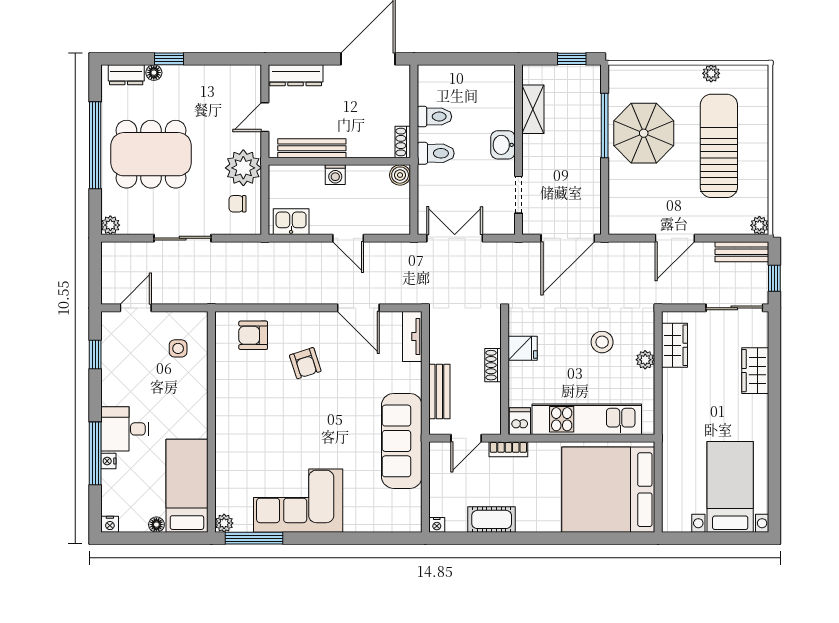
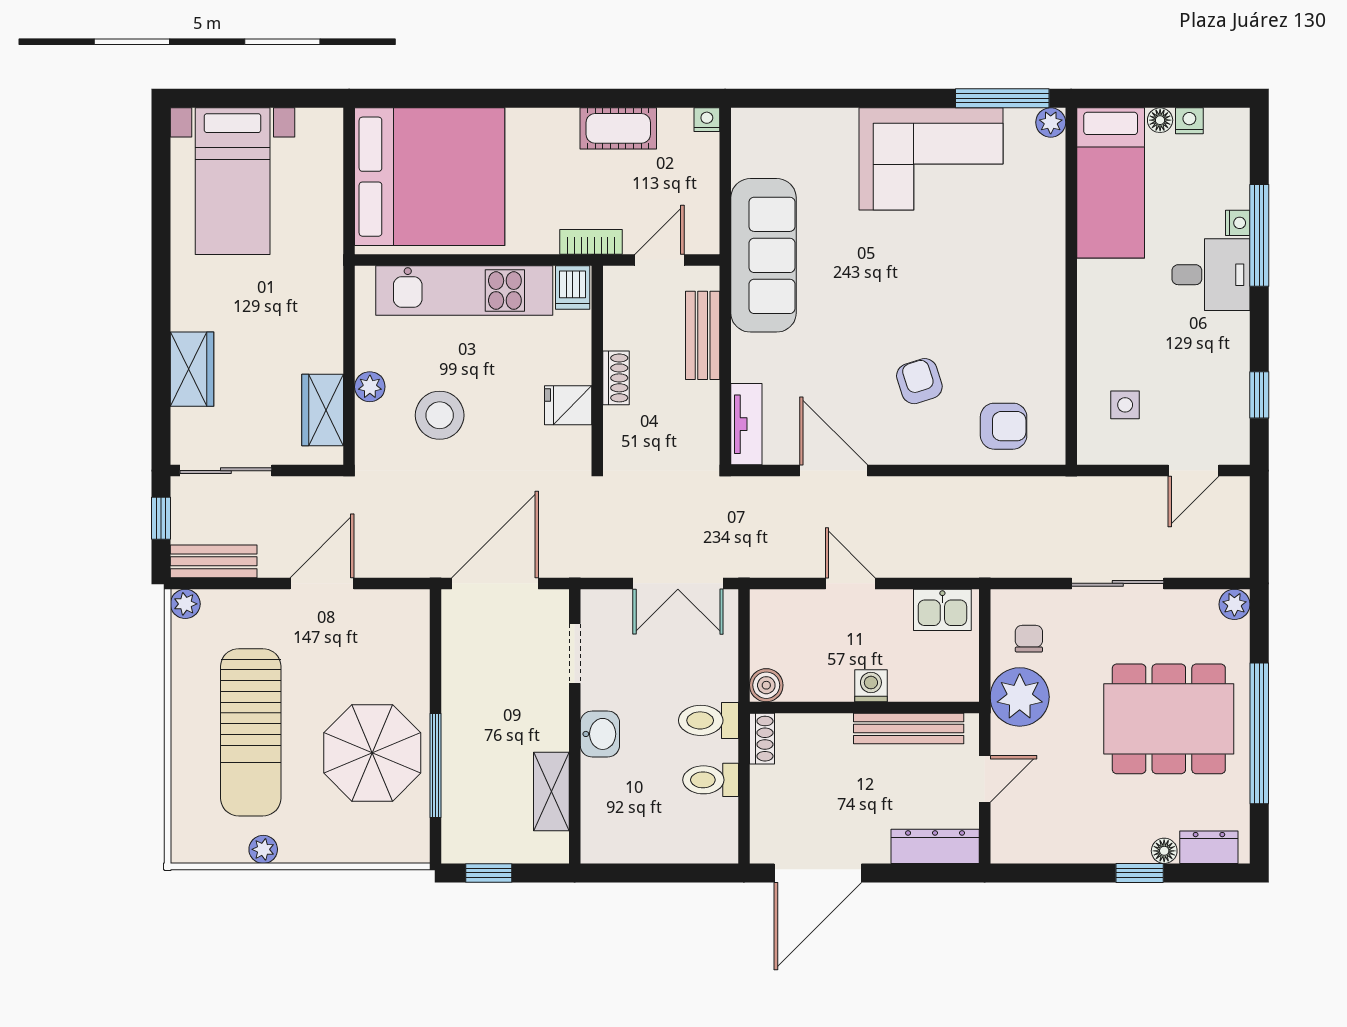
chair: (238, 204) -> (1029, 639), turned -90
stool: (602, 342) -> (440, 415), width x1.38, depth x1.38
nightstand: (110, 524) -> (1189, 121), moved

